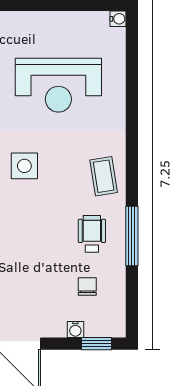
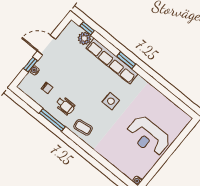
reception desk: (58, 85) -> (148, 136), moved, turned -90
window: (97, 344) -> (31, 65), moved

